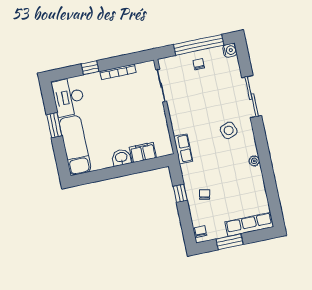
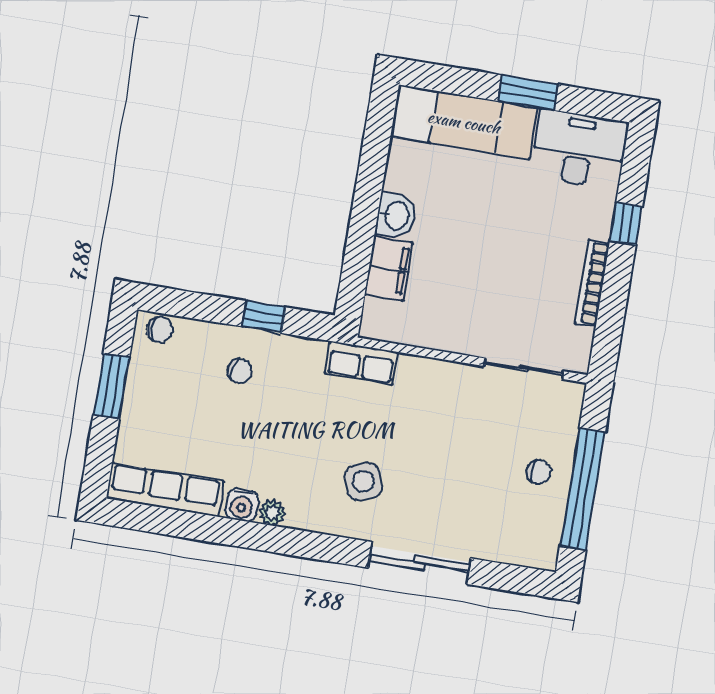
water cooler: (230, 50) -> (242, 505), moved
row of seats: (249, 224) -> (165, 490), moved, turned -90

